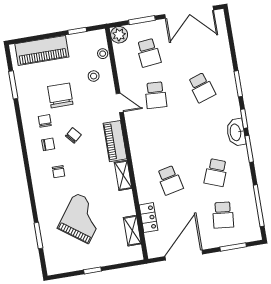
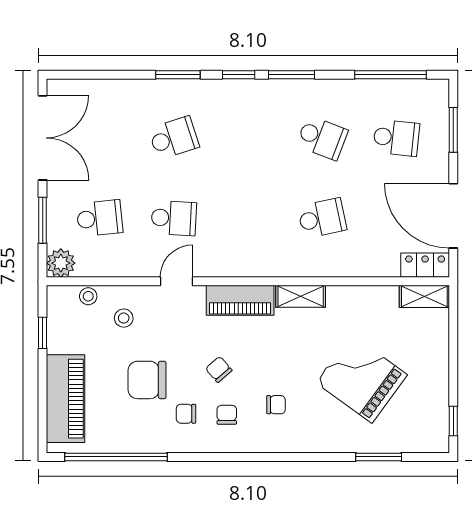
window: (13, 85) -> (116, 457), width x2.11
washbasin: (236, 132) -> (260, 93), removed
locker: (148, 218) -> (425, 265), moved
shelving: (132, 231) -> (424, 296), moved
window: (92, 270) -> (453, 421), moved

